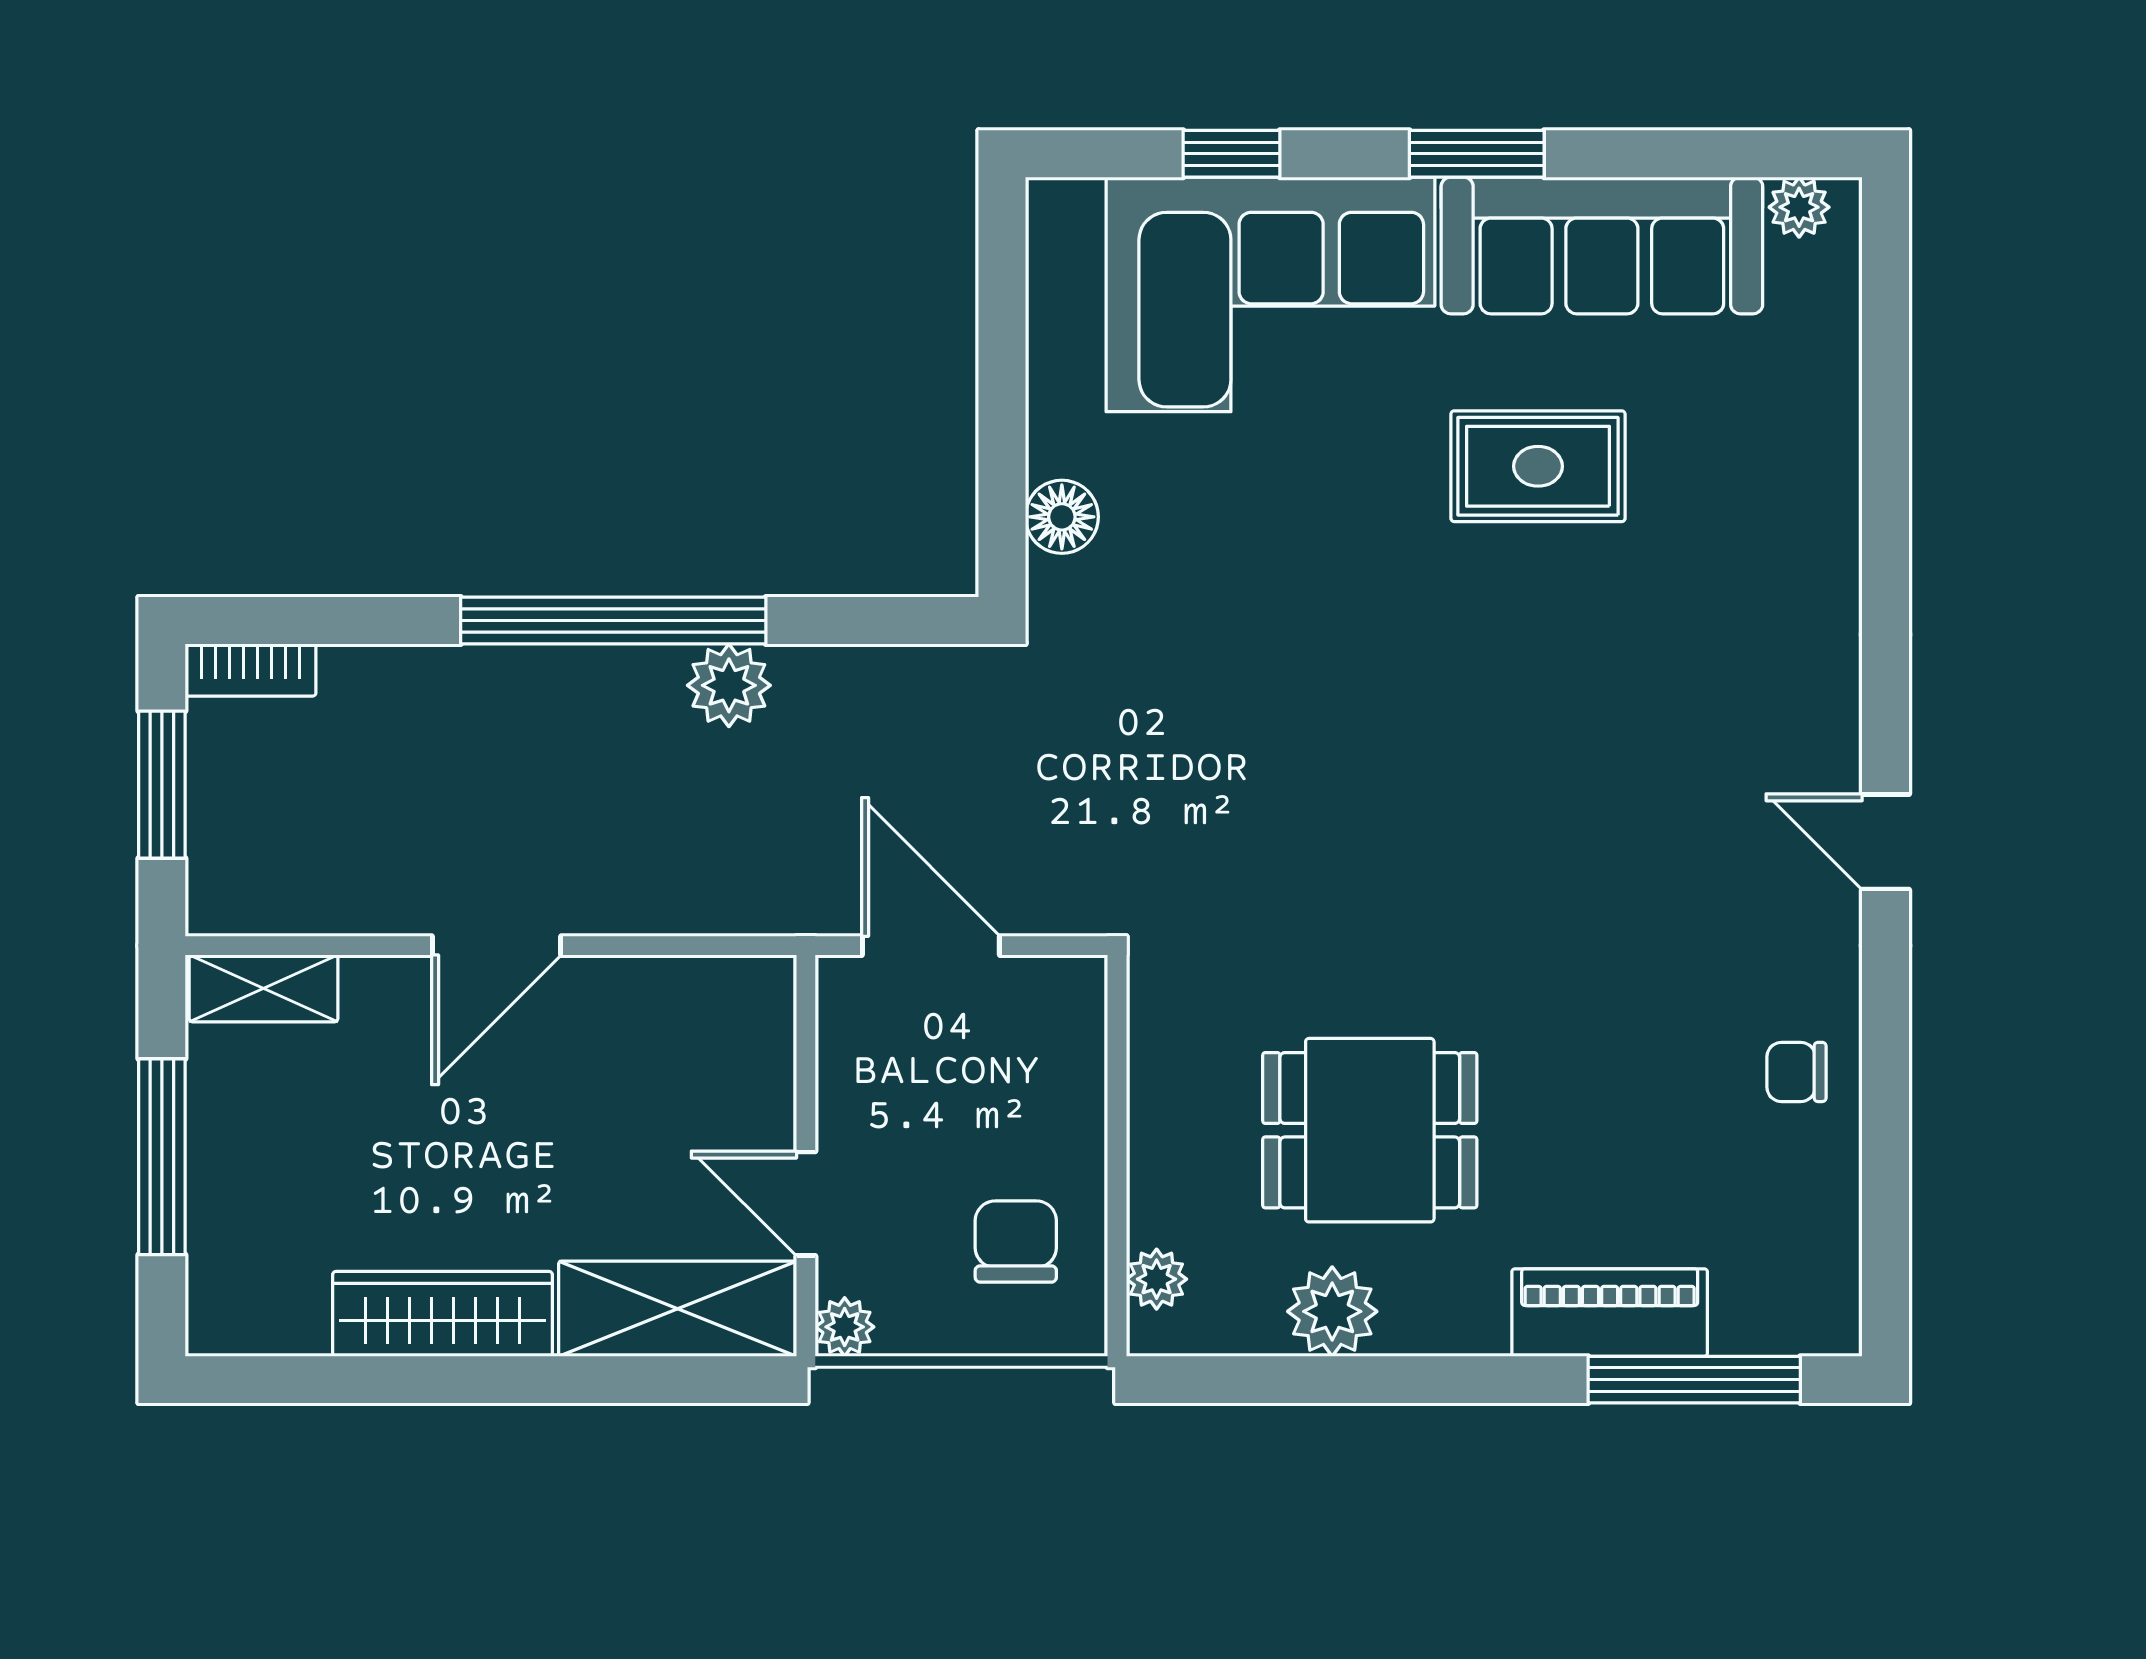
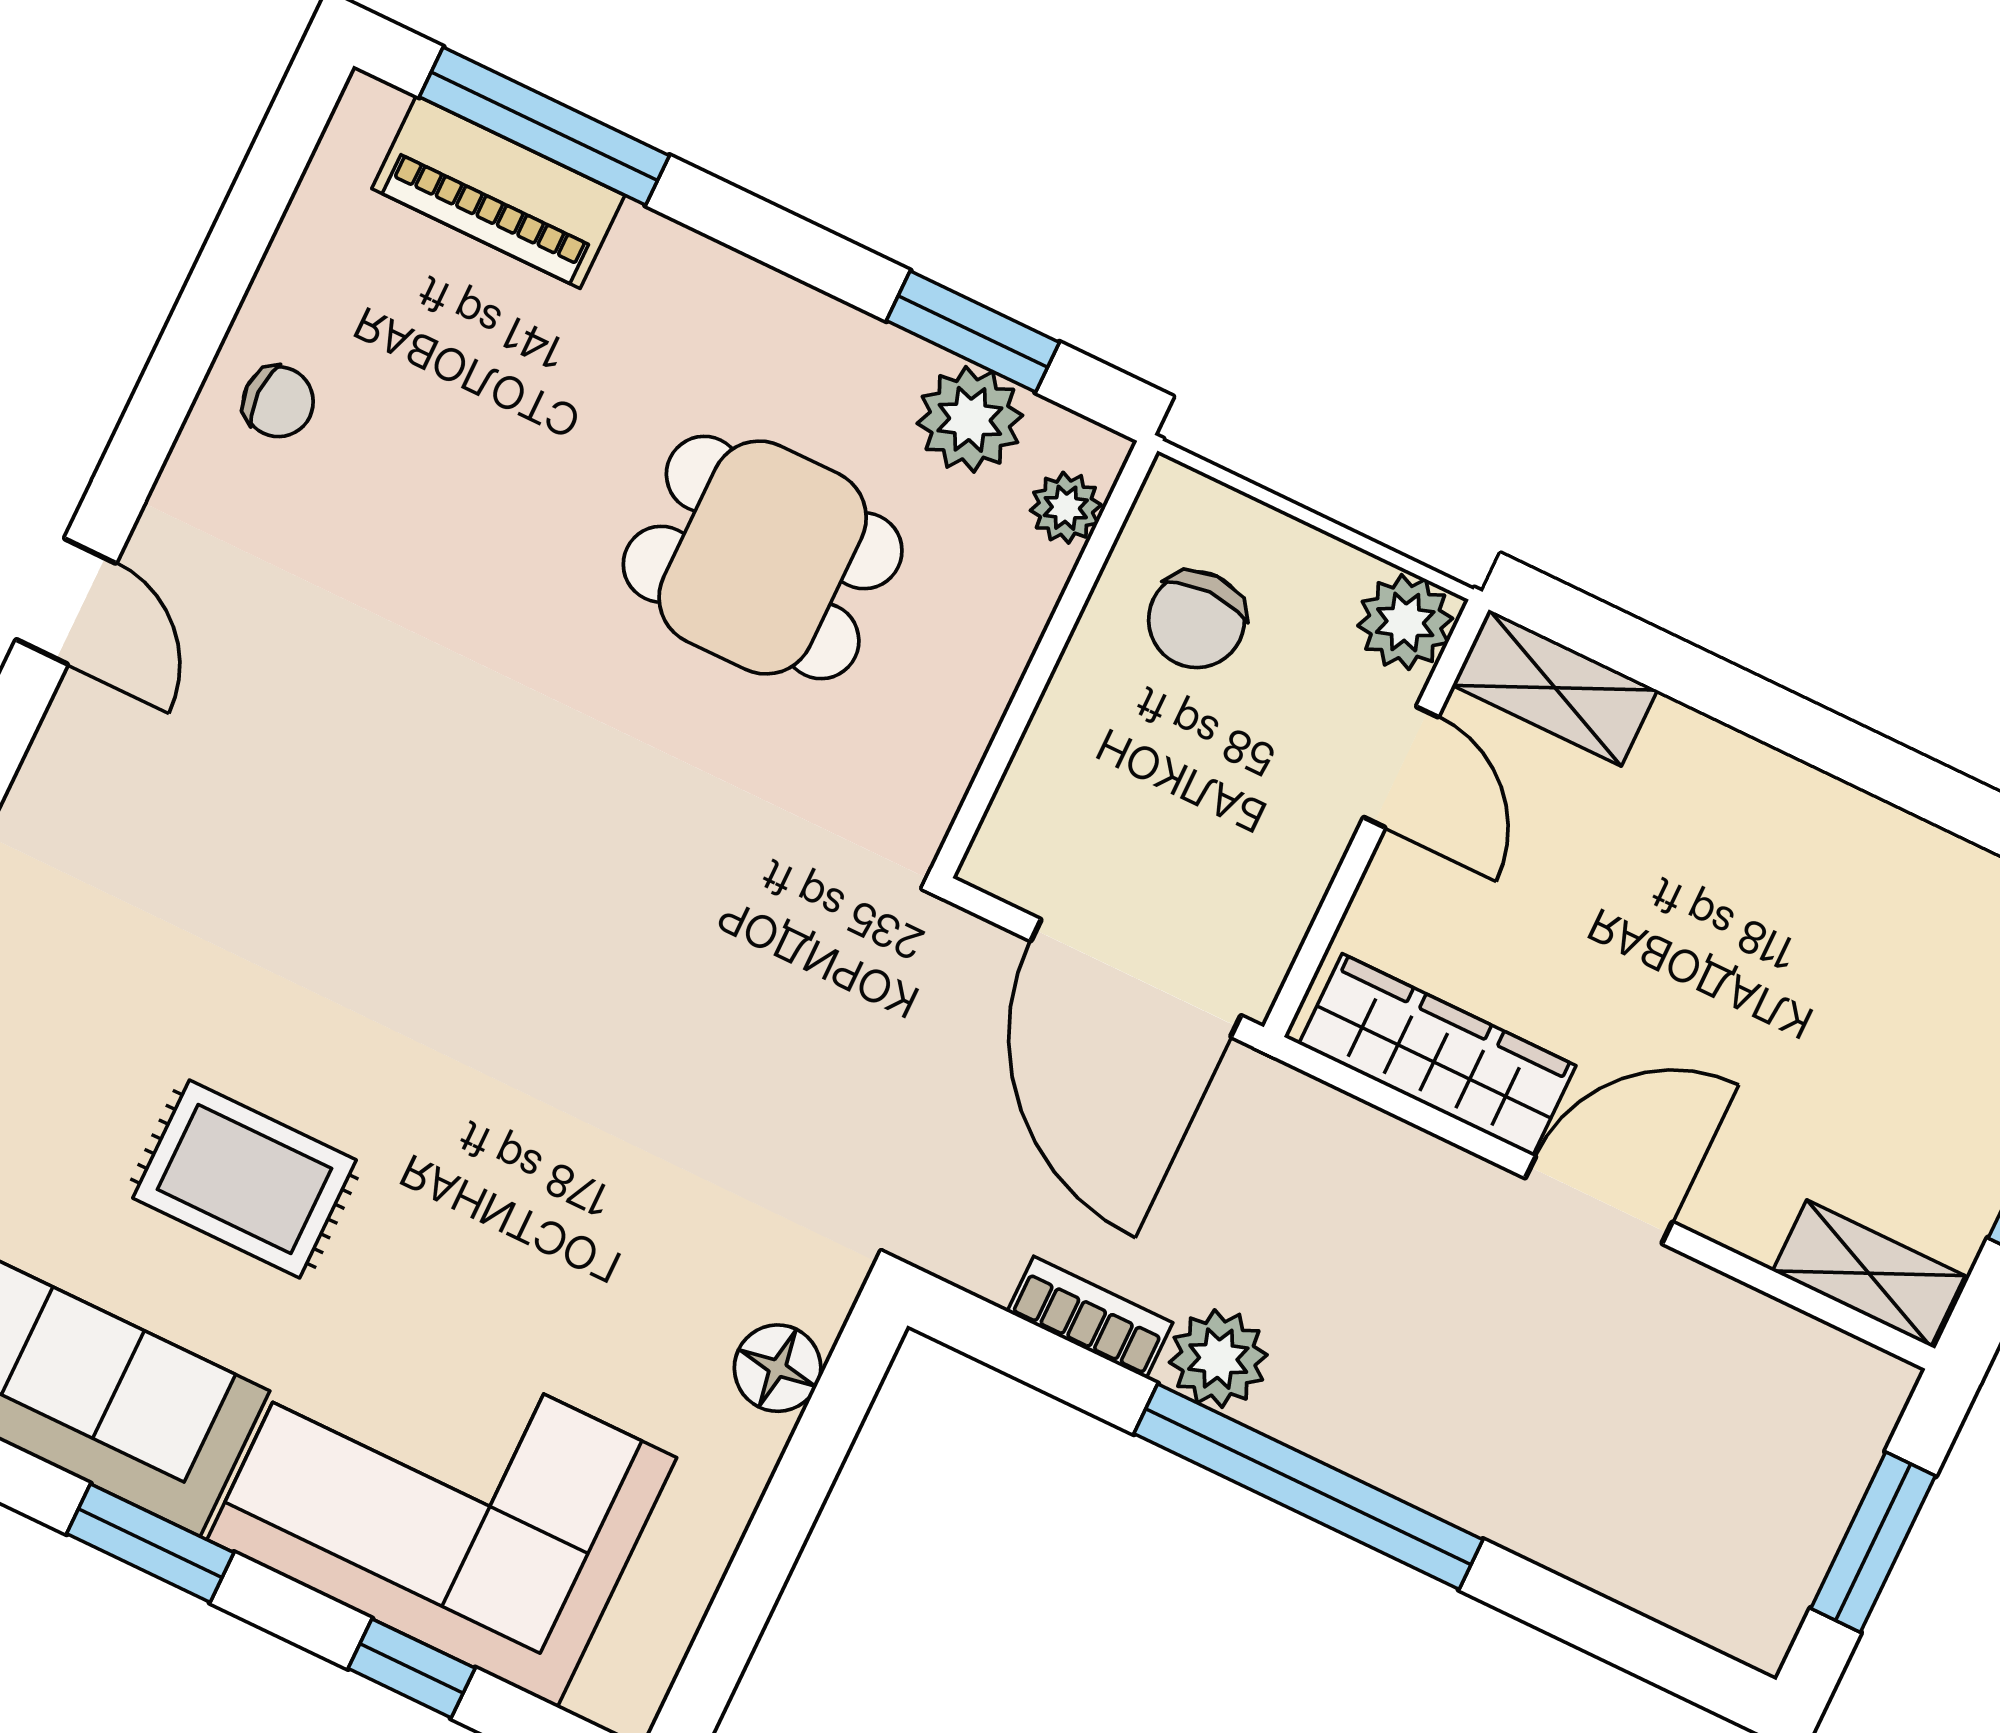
bookcase: (251, 670) -> (1090, 1317), moved
door: (931, 946) -> (1136, 978), width x1.36
shelving: (678, 1309) -> (1555, 688), width x0.67, depth x0.75
plant: (1332, 1311) -> (970, 419), moved
piano: (1610, 1313) -> (498, 192), moved
wardrobe: (443, 1314) -> (1437, 1055), moved, turned 180
plant: (845, 1327) -> (1405, 622), width x1.38, depth x1.38
window: (1292, 1380) -> (973, 332), added

